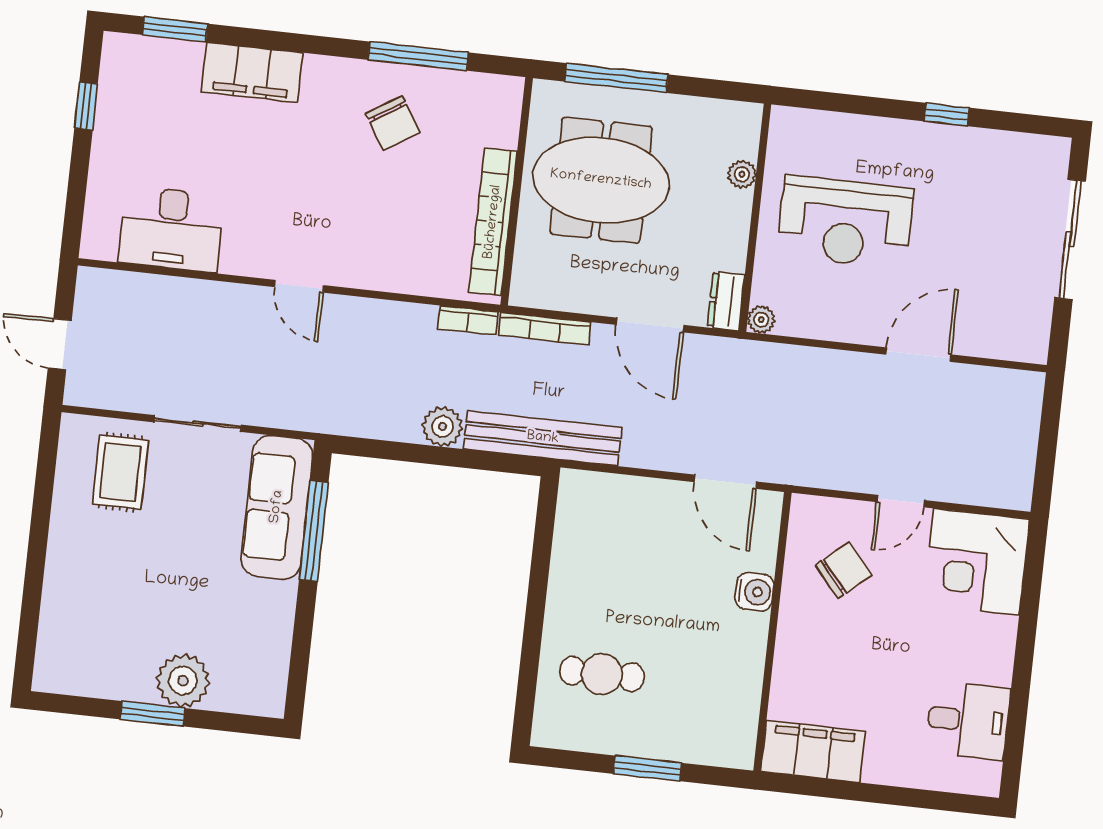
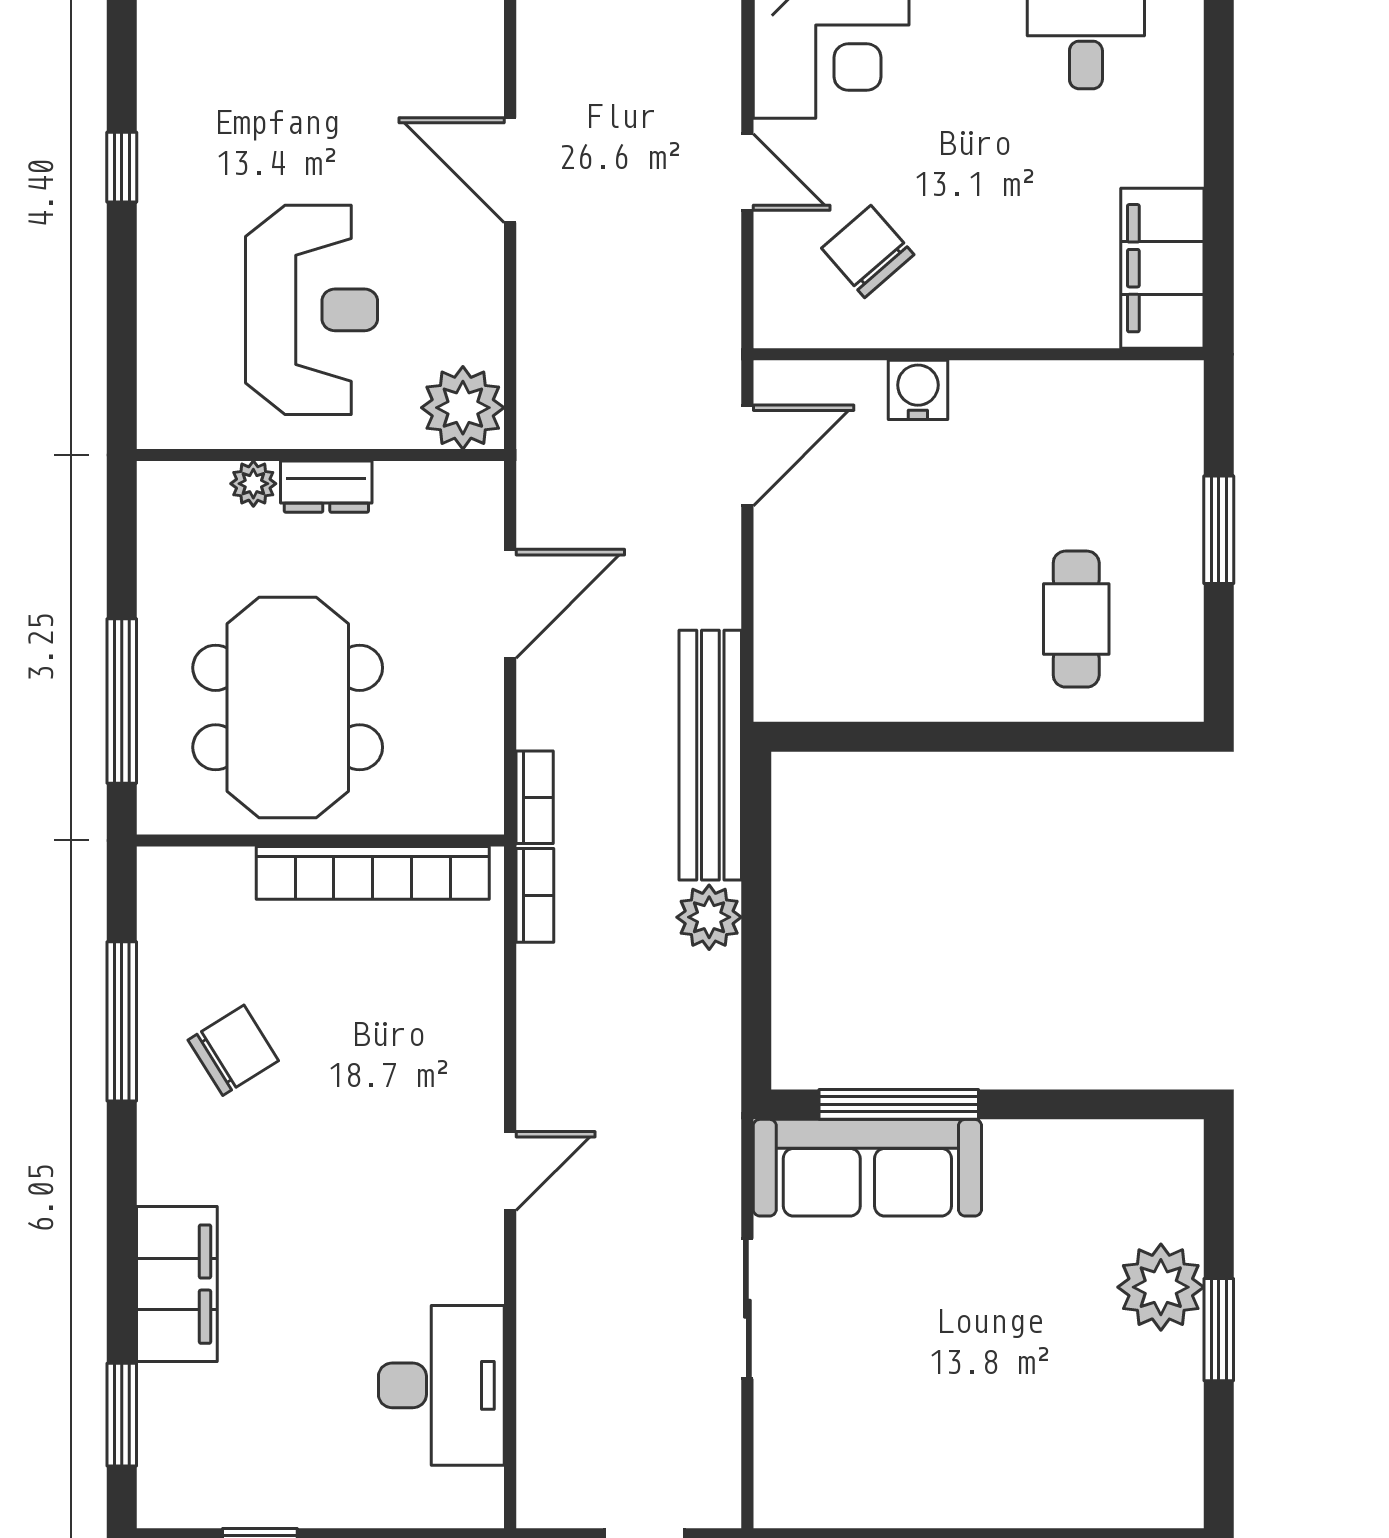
dresser: (726, 301) -> (326, 487), moved
plant: (761, 320) -> (463, 408), width x1.87, depth x1.87
bookcase: (545, 329) -> (535, 797), width x0.64
rug: (120, 472) -> (839, 1424), removed

